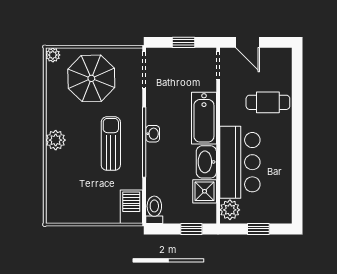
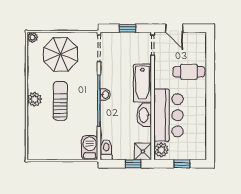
sun lounger: (111, 144) -> (60, 101), moved
shower: (205, 191) -> (143, 151), moved

